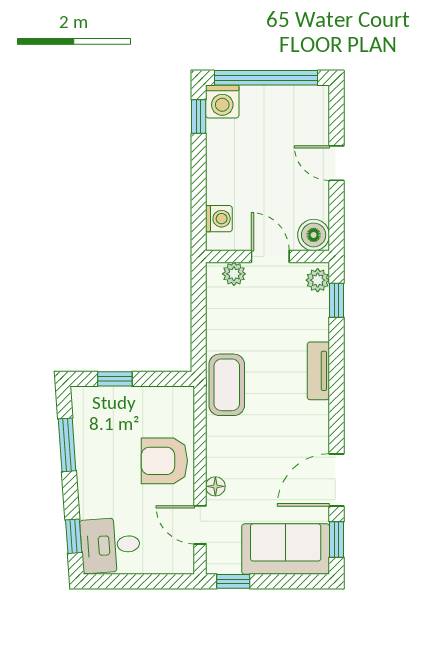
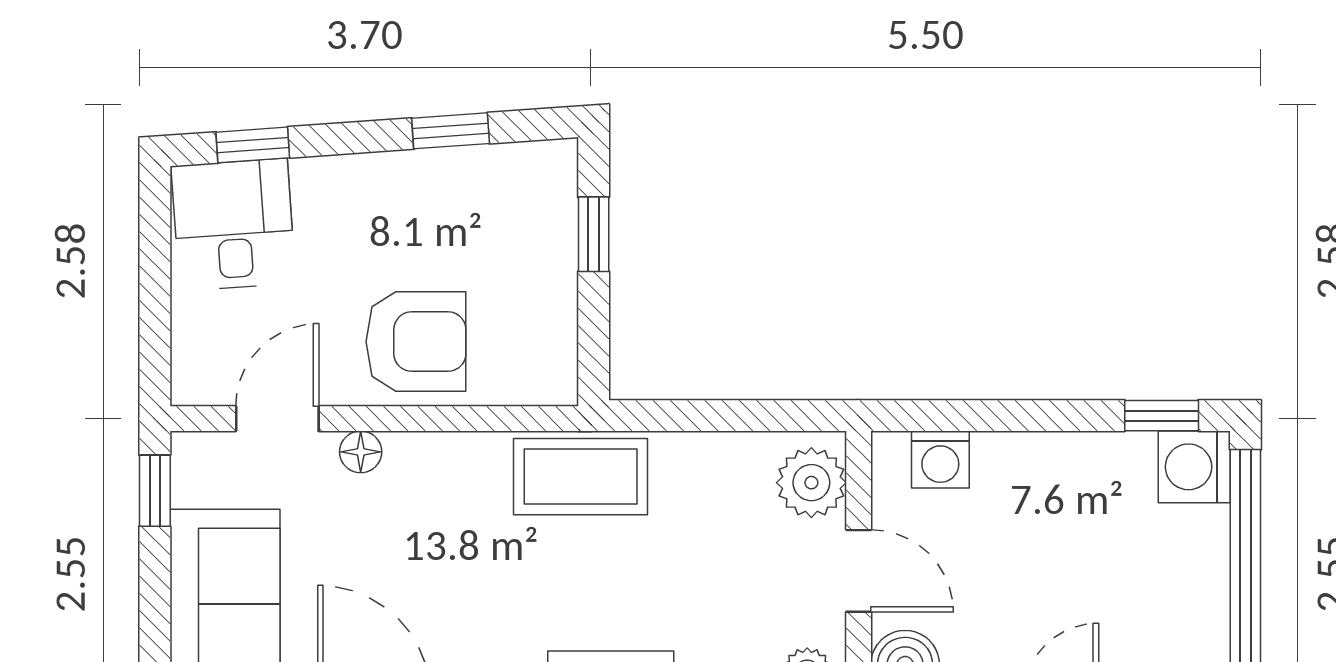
door: (270, 256) -> (859, 571), hinge flipped
plant: (234, 274) -> (811, 483), width x1.38, depth x1.38
window: (67, 445) -> (451, 131), width x0.67
armchair: (164, 461) -> (416, 342), turned 90

